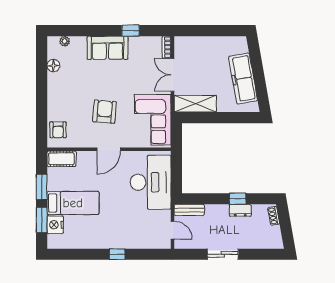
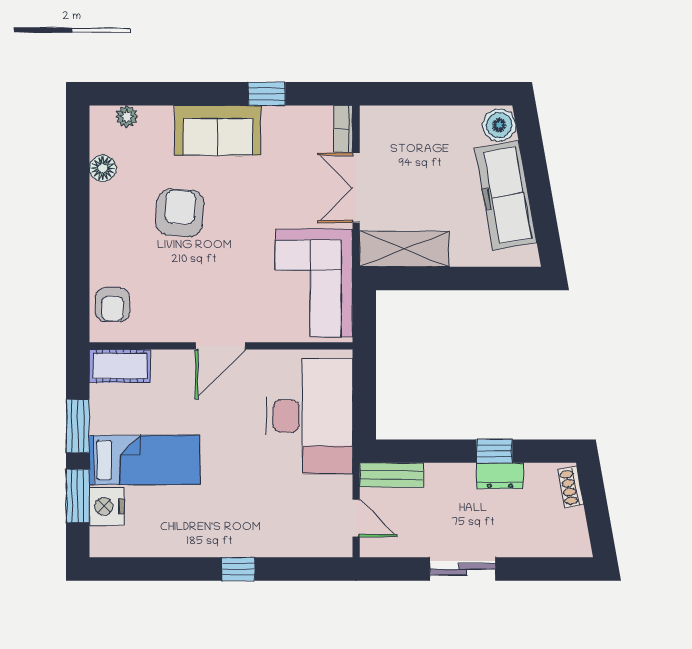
boiler: (240, 45) -> (499, 125), added
armchair: (105, 112) -> (180, 213), moved

